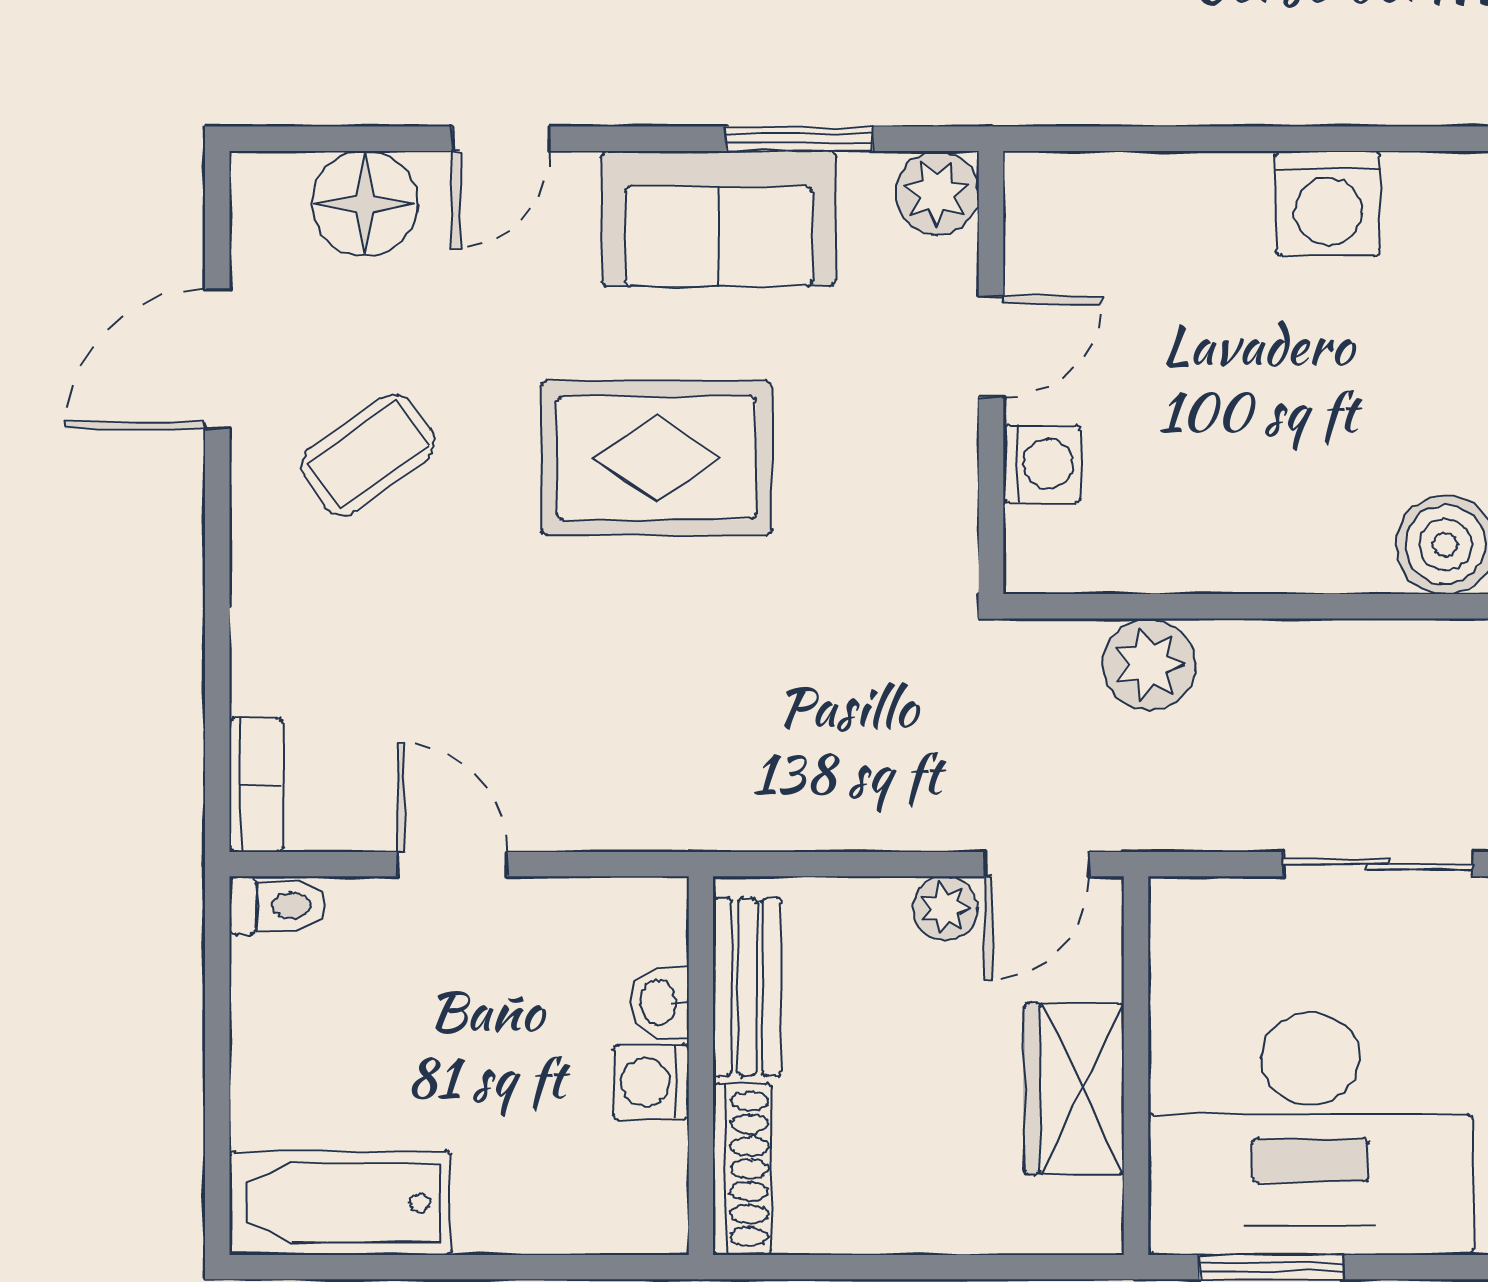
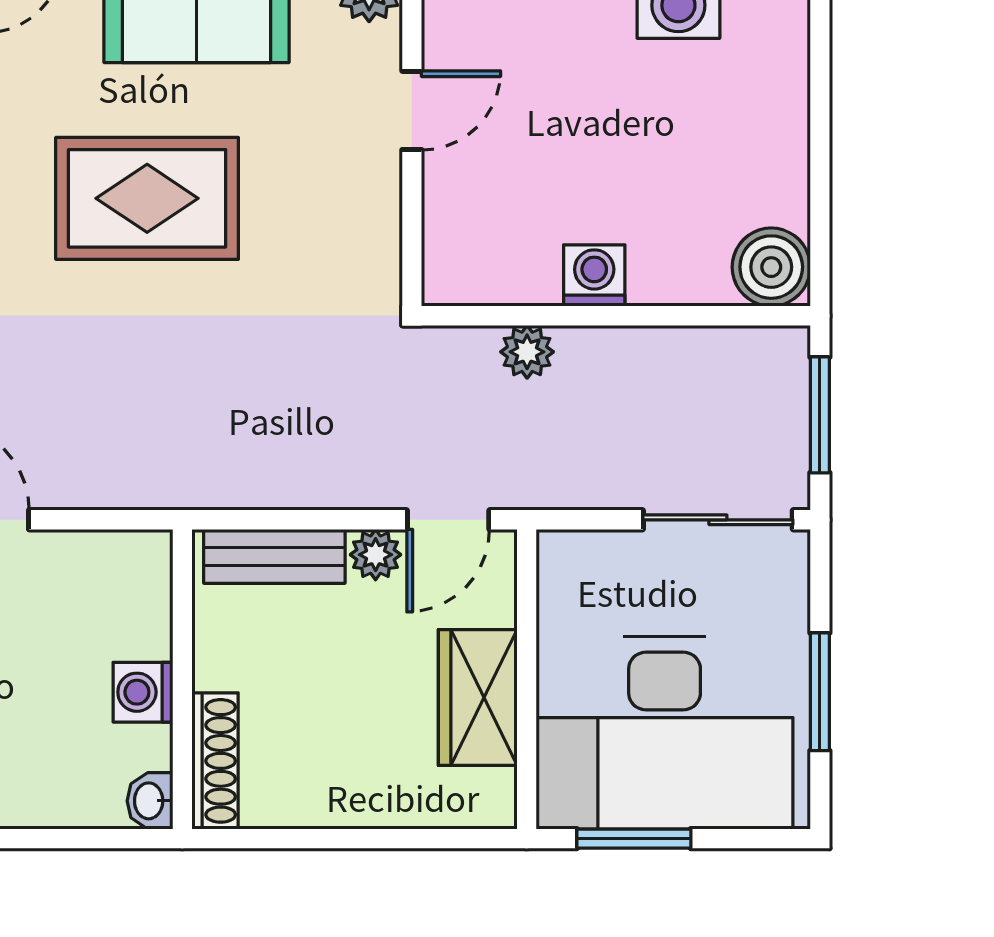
washing machine: (1042, 464) -> (594, 276), moved, turned -90
plant: (1149, 664) -> (527, 352), width x0.73, depth x0.73
bench: (747, 987) -> (274, 556), moved, turned 90
washbasin: (660, 1002) -> (150, 801), moved

